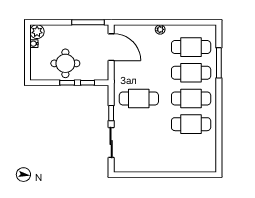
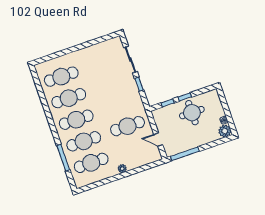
door: (111, 47) -> (158, 140), width x0.53
cafe table: (139, 98) -> (127, 126), moved
cafe table: (191, 150) -> (61, 77), added

